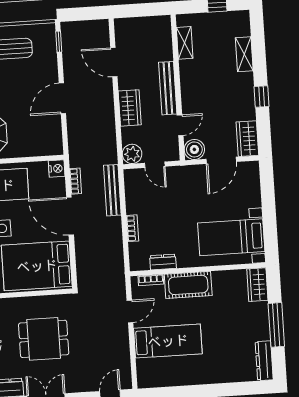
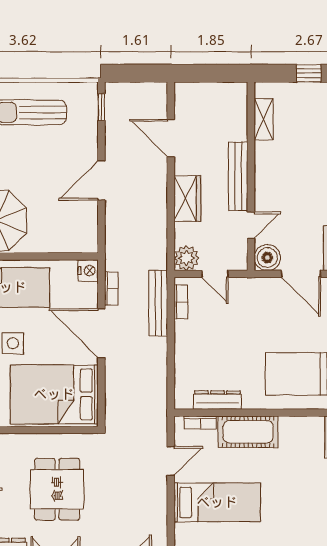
door: (221, 160) -> (301, 274), hinge flipped
bookcase: (132, 228) -> (181, 302), moved
dresser: (163, 262) -> (217, 400), width x1.44
dining table: (44, 339) -> (57, 489), turned 90

